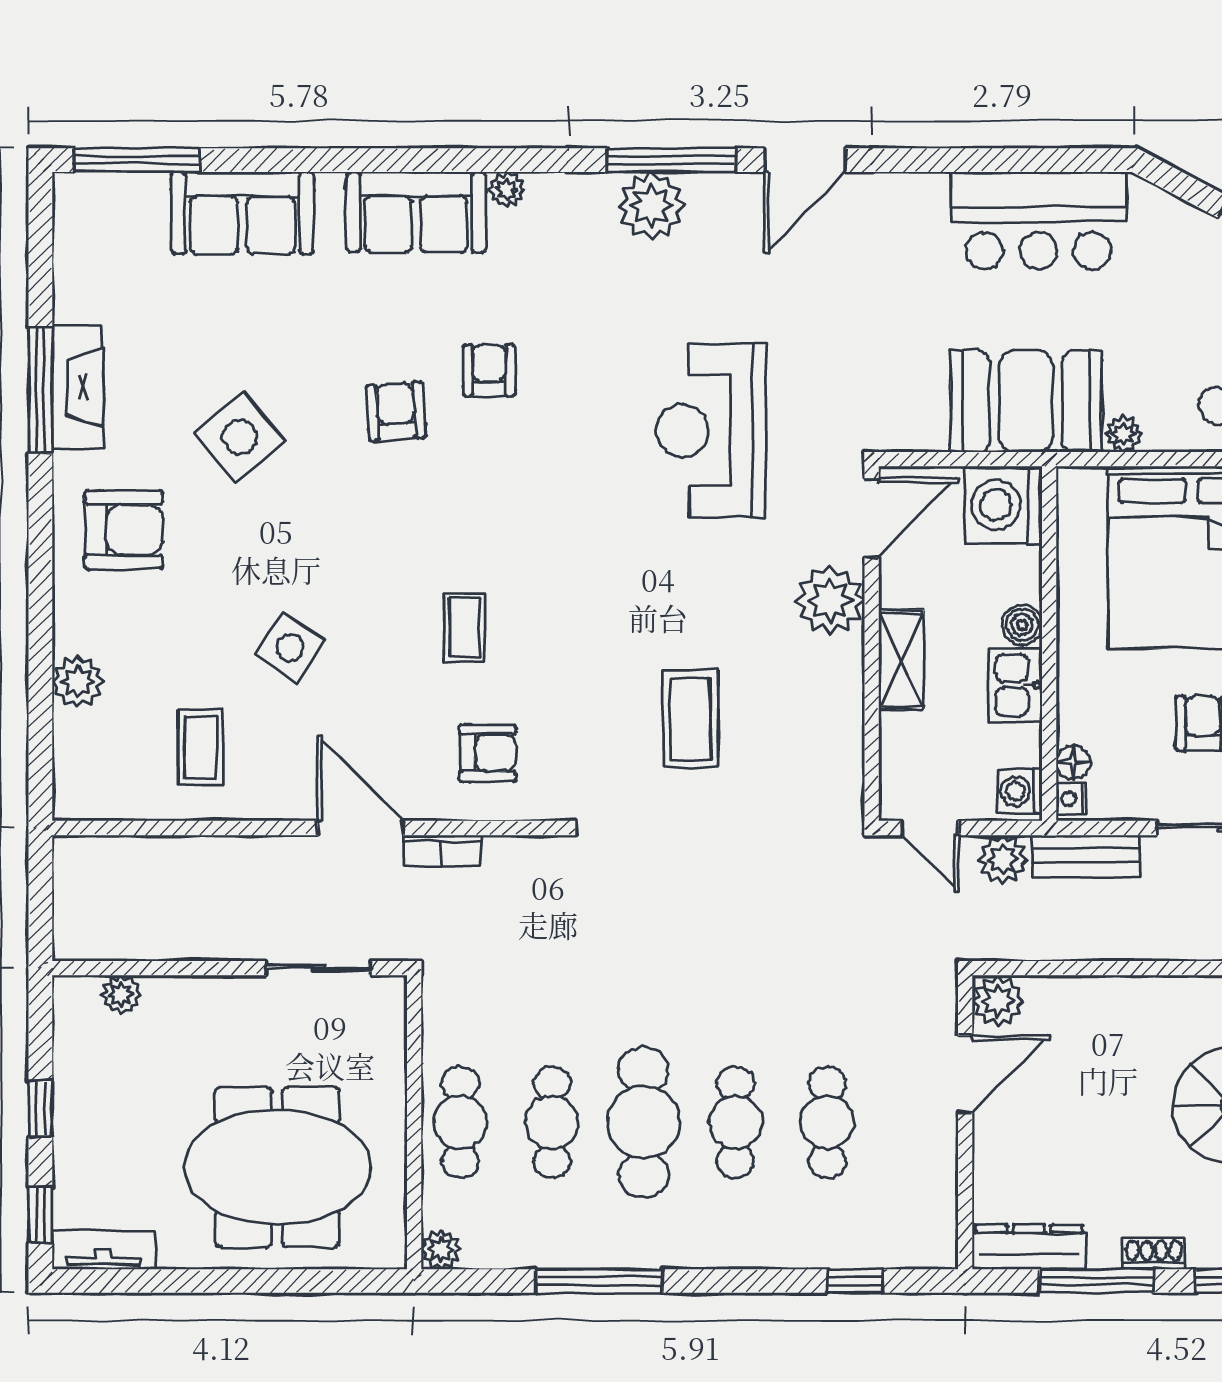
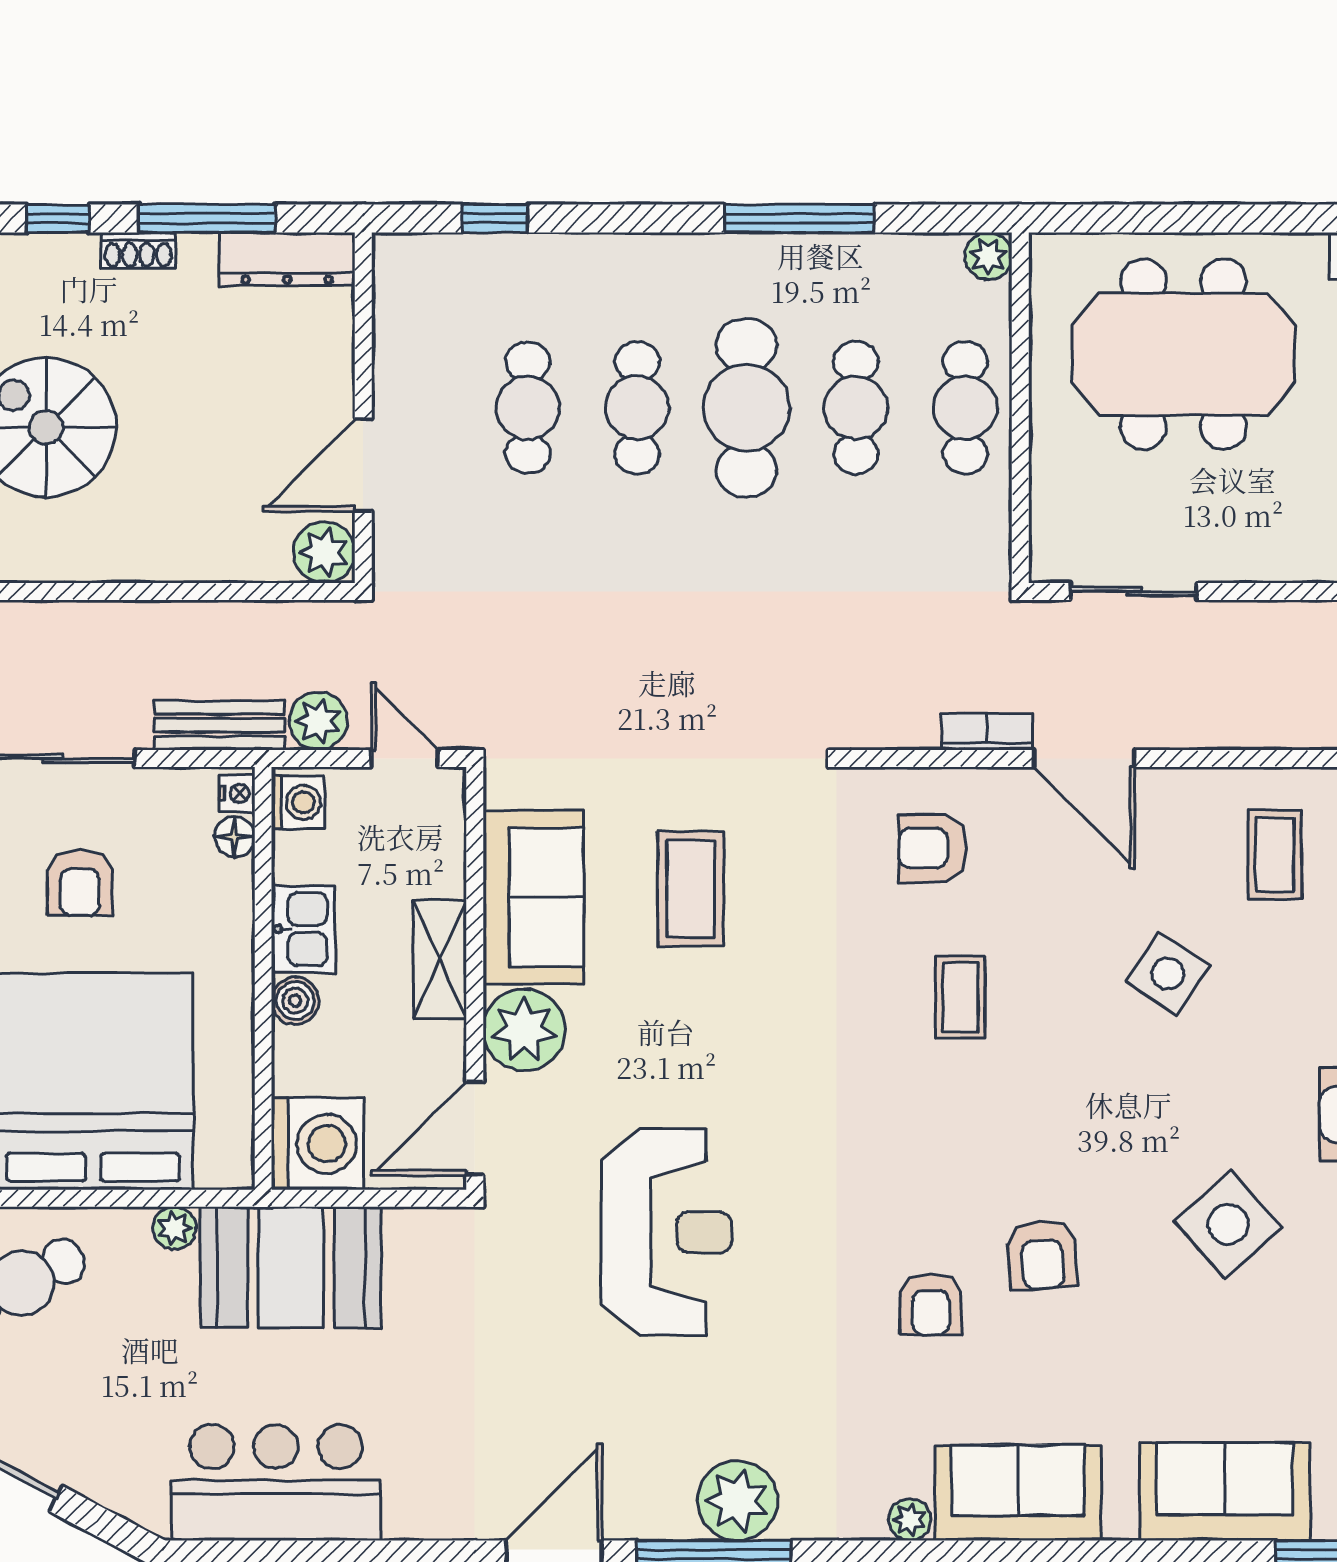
sofa: (822, 712) -> (533, 897), added

